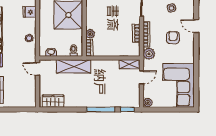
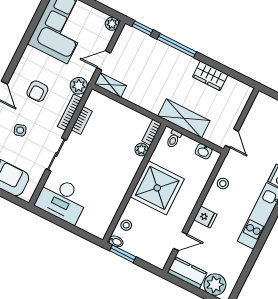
wardrobe: (53, 101) -> (210, 76), moved

